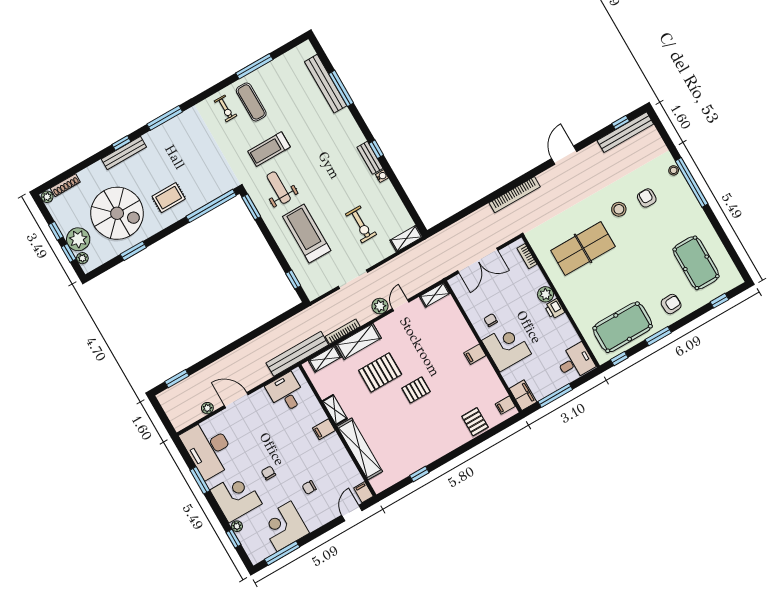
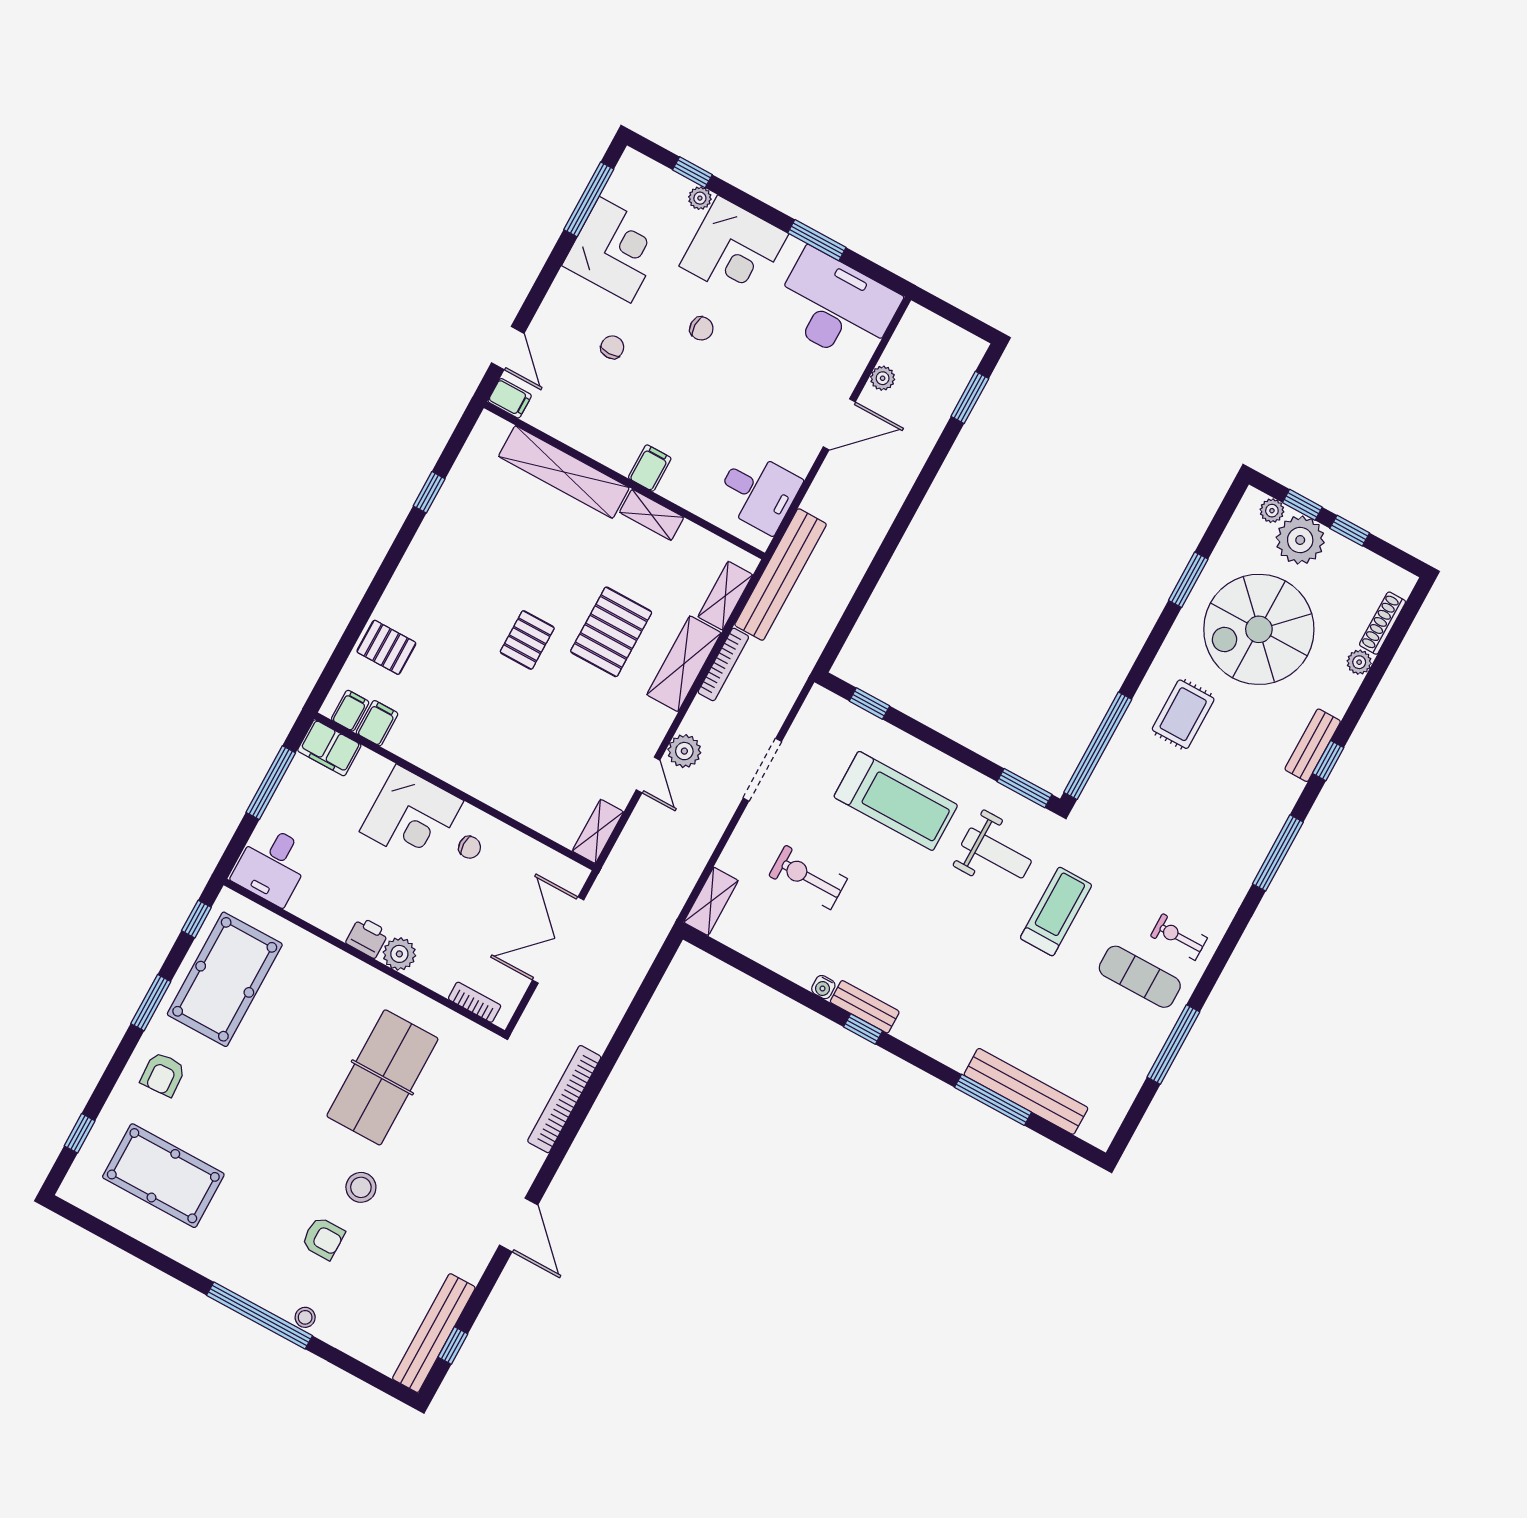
bench: (124, 153) -> (1313, 745), width x0.73
plant: (47, 197) -> (1359, 662), moved
filing cabinet: (475, 354) -> (377, 723), moved

